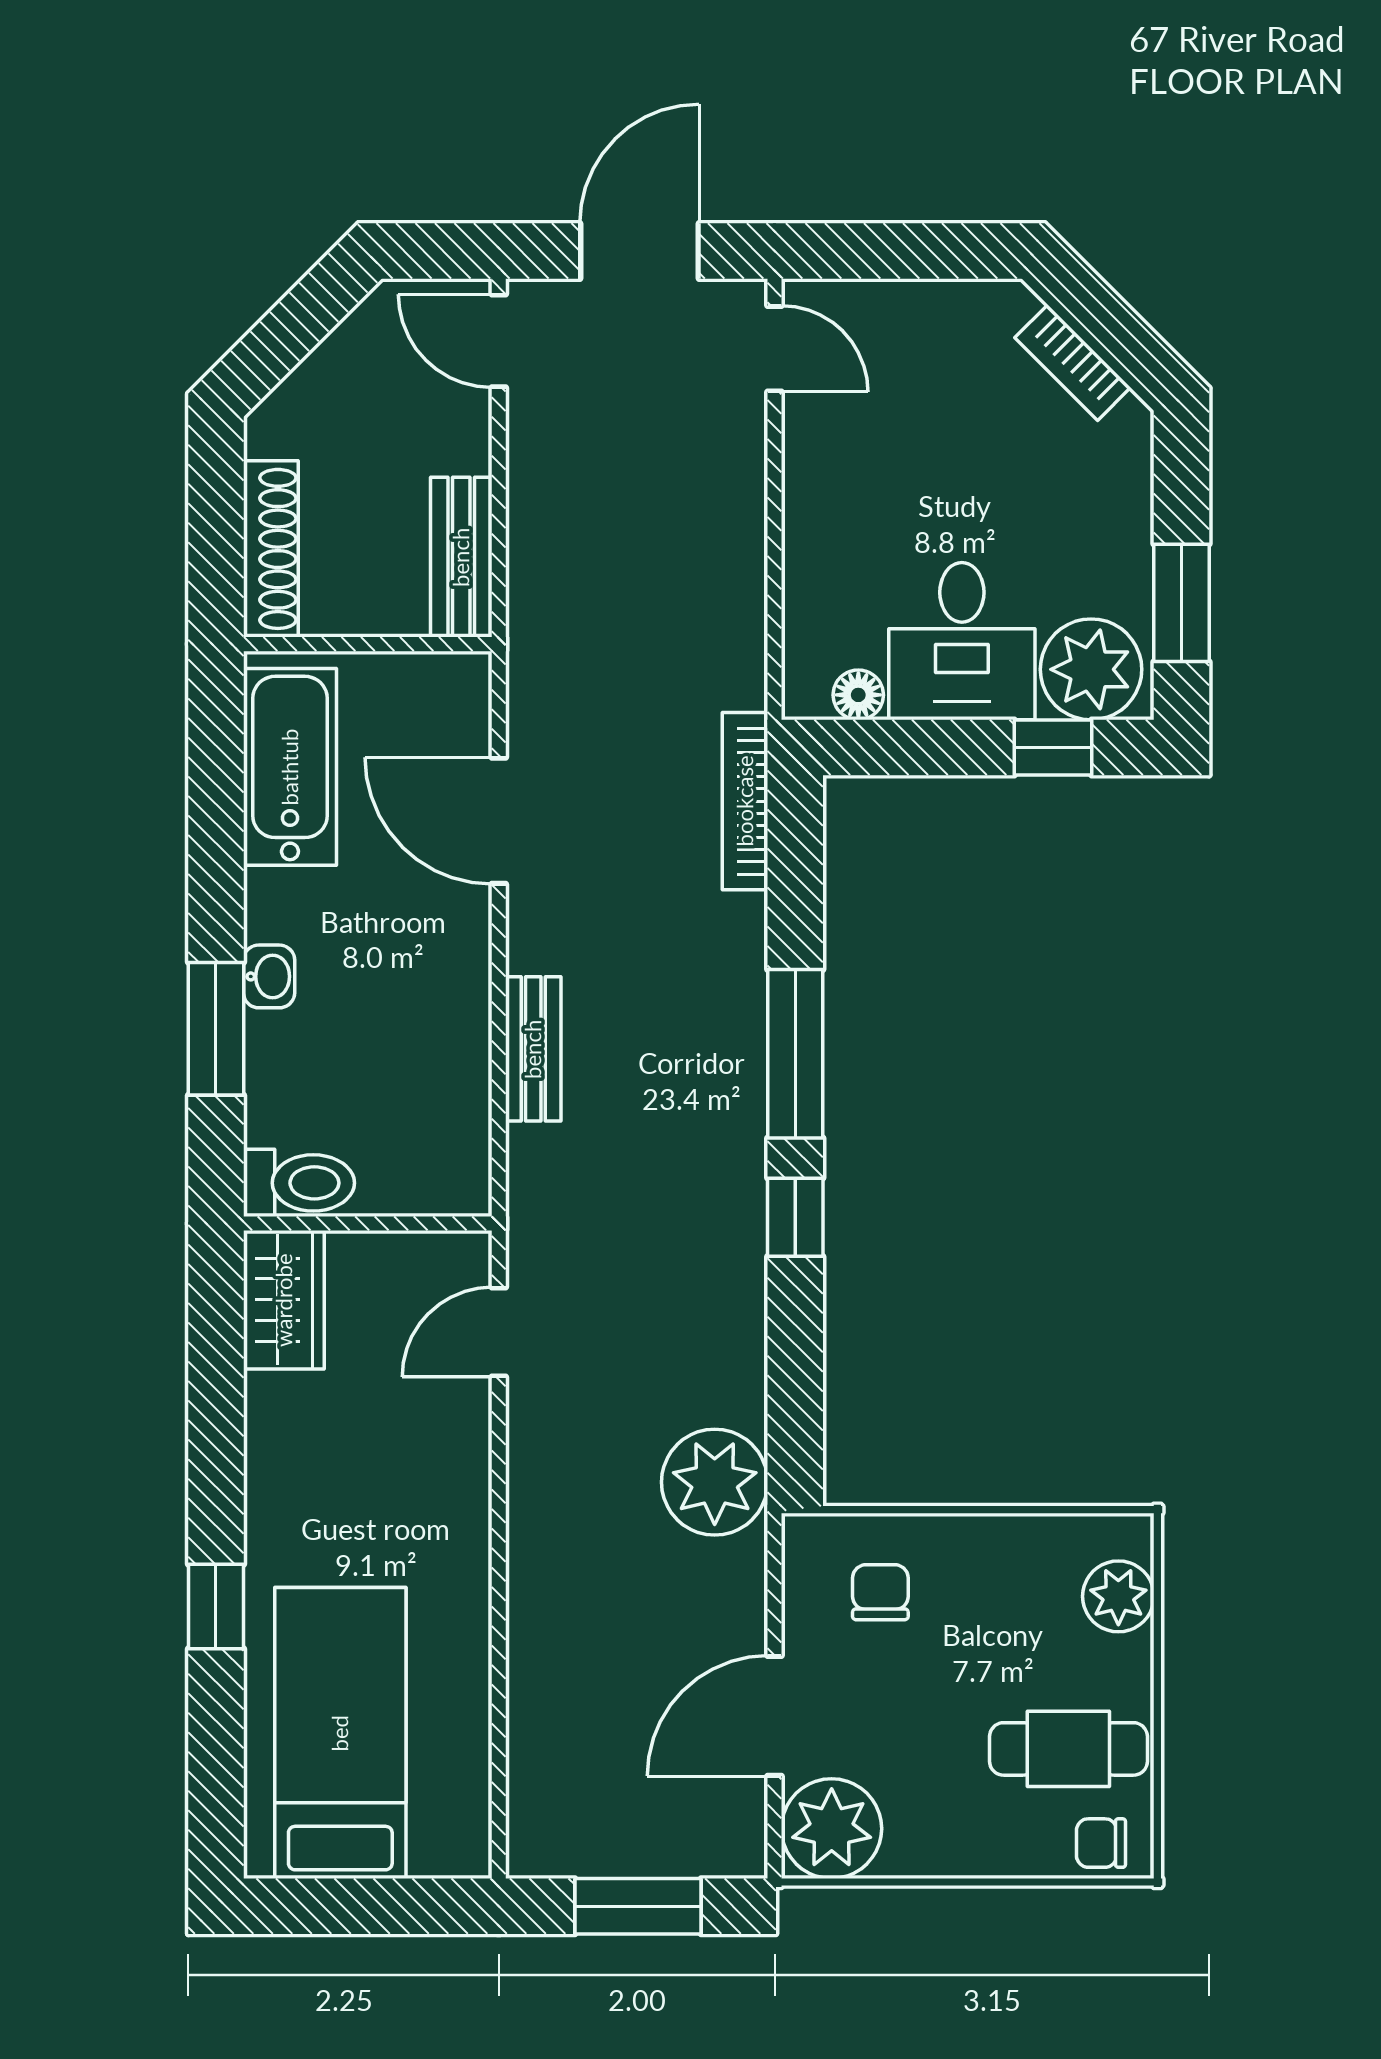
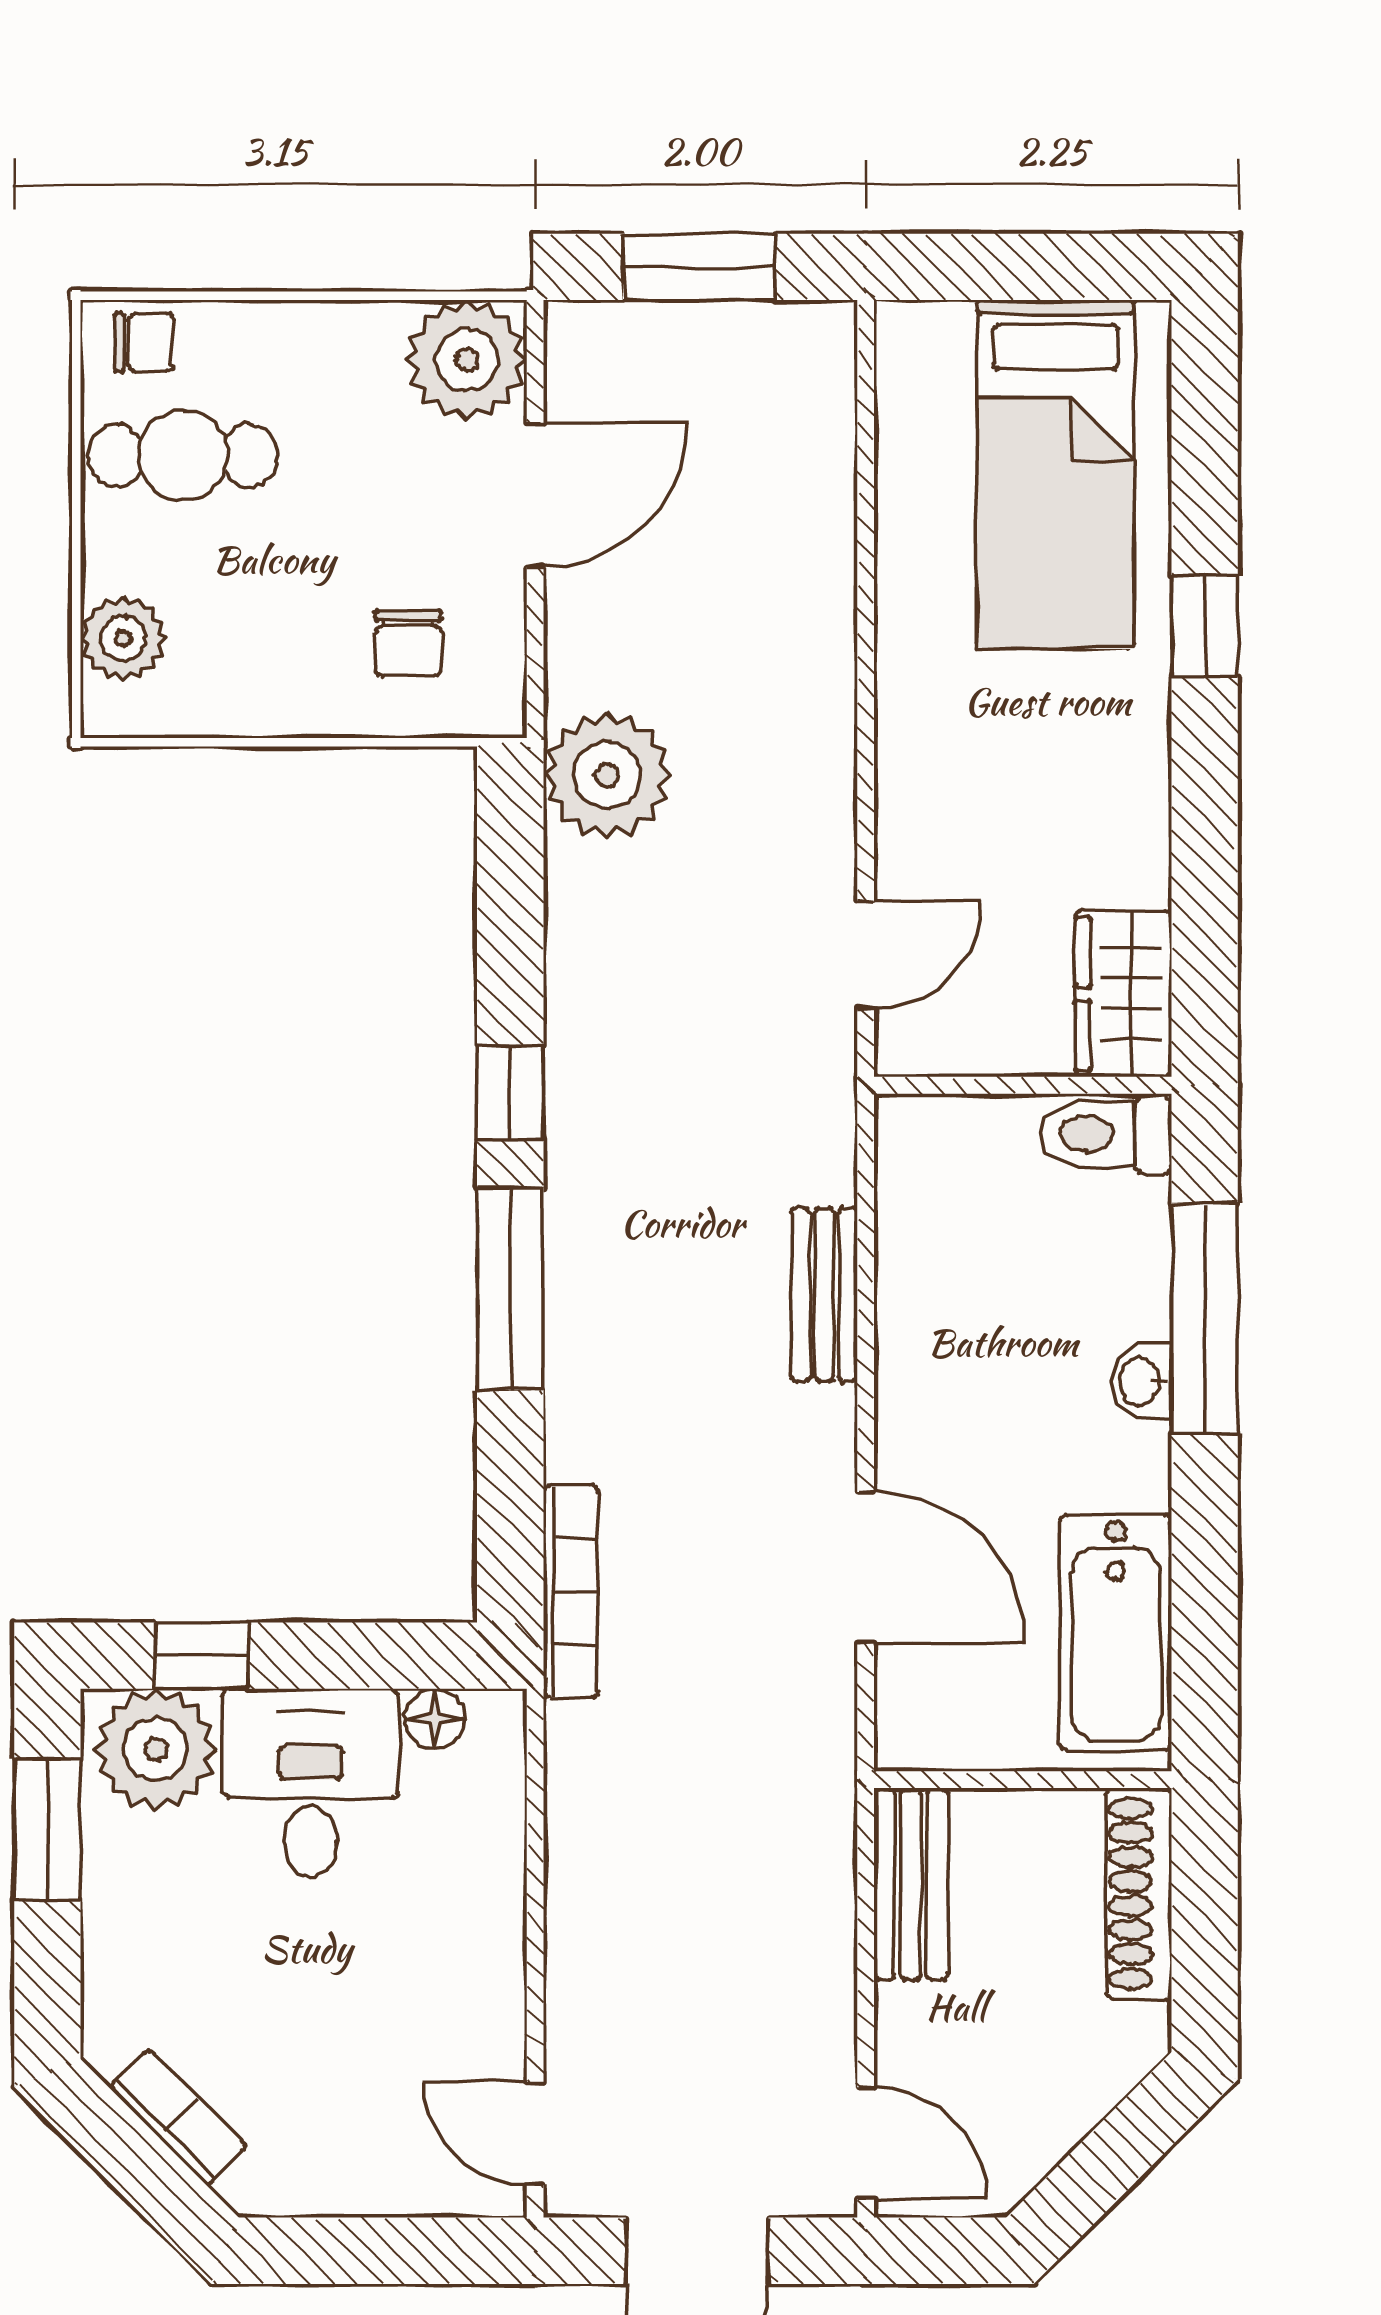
window: (216, 1029) -> (1205, 1318), width x1.44

